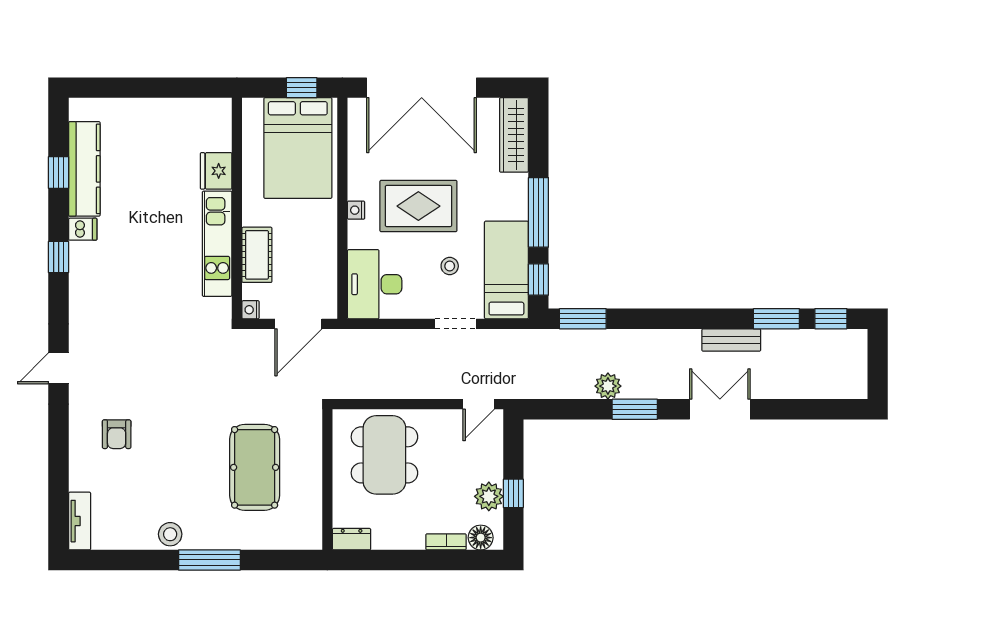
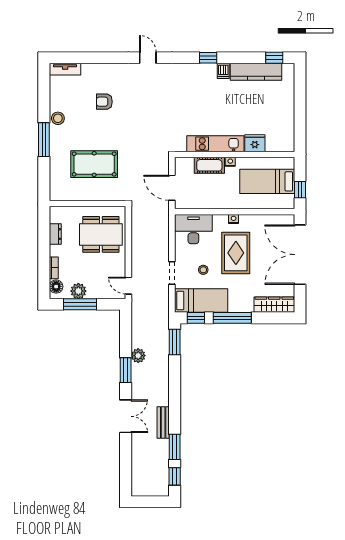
bed: (298, 148) -> (267, 181), width x0.67
window: (59, 173) -> (274, 58), moved
nightstand: (251, 310) -> (230, 162), moved
armchair: (117, 434) -> (104, 102), moved
window: (513, 493) -> (80, 304), width x2.17
dresser: (352, 539) -> (55, 234), moved

